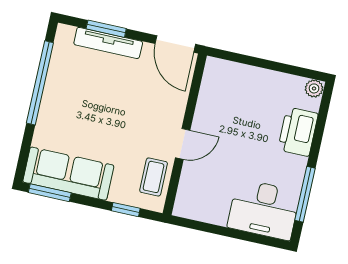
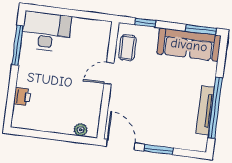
window: (106, 29) -> (159, 150), moved
tv unit: (108, 43) -> (205, 110), moved, turned -90
plant: (314, 88) -> (81, 130), moved
printer: (298, 132) -> (22, 97), width x0.53, depth x0.68

